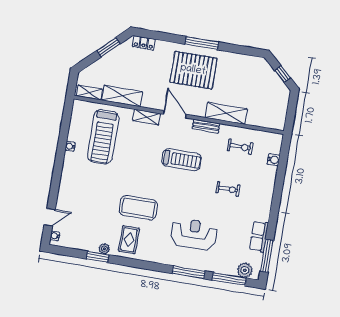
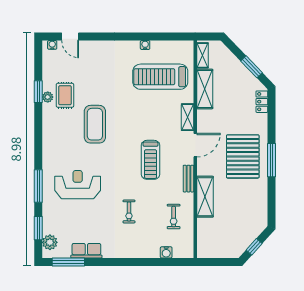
reception desk: (194, 234) -> (78, 185), turned -90
rug: (129, 240) -> (65, 95), moved, turned 90
window: (229, 279) -> (38, 228), width x0.69

